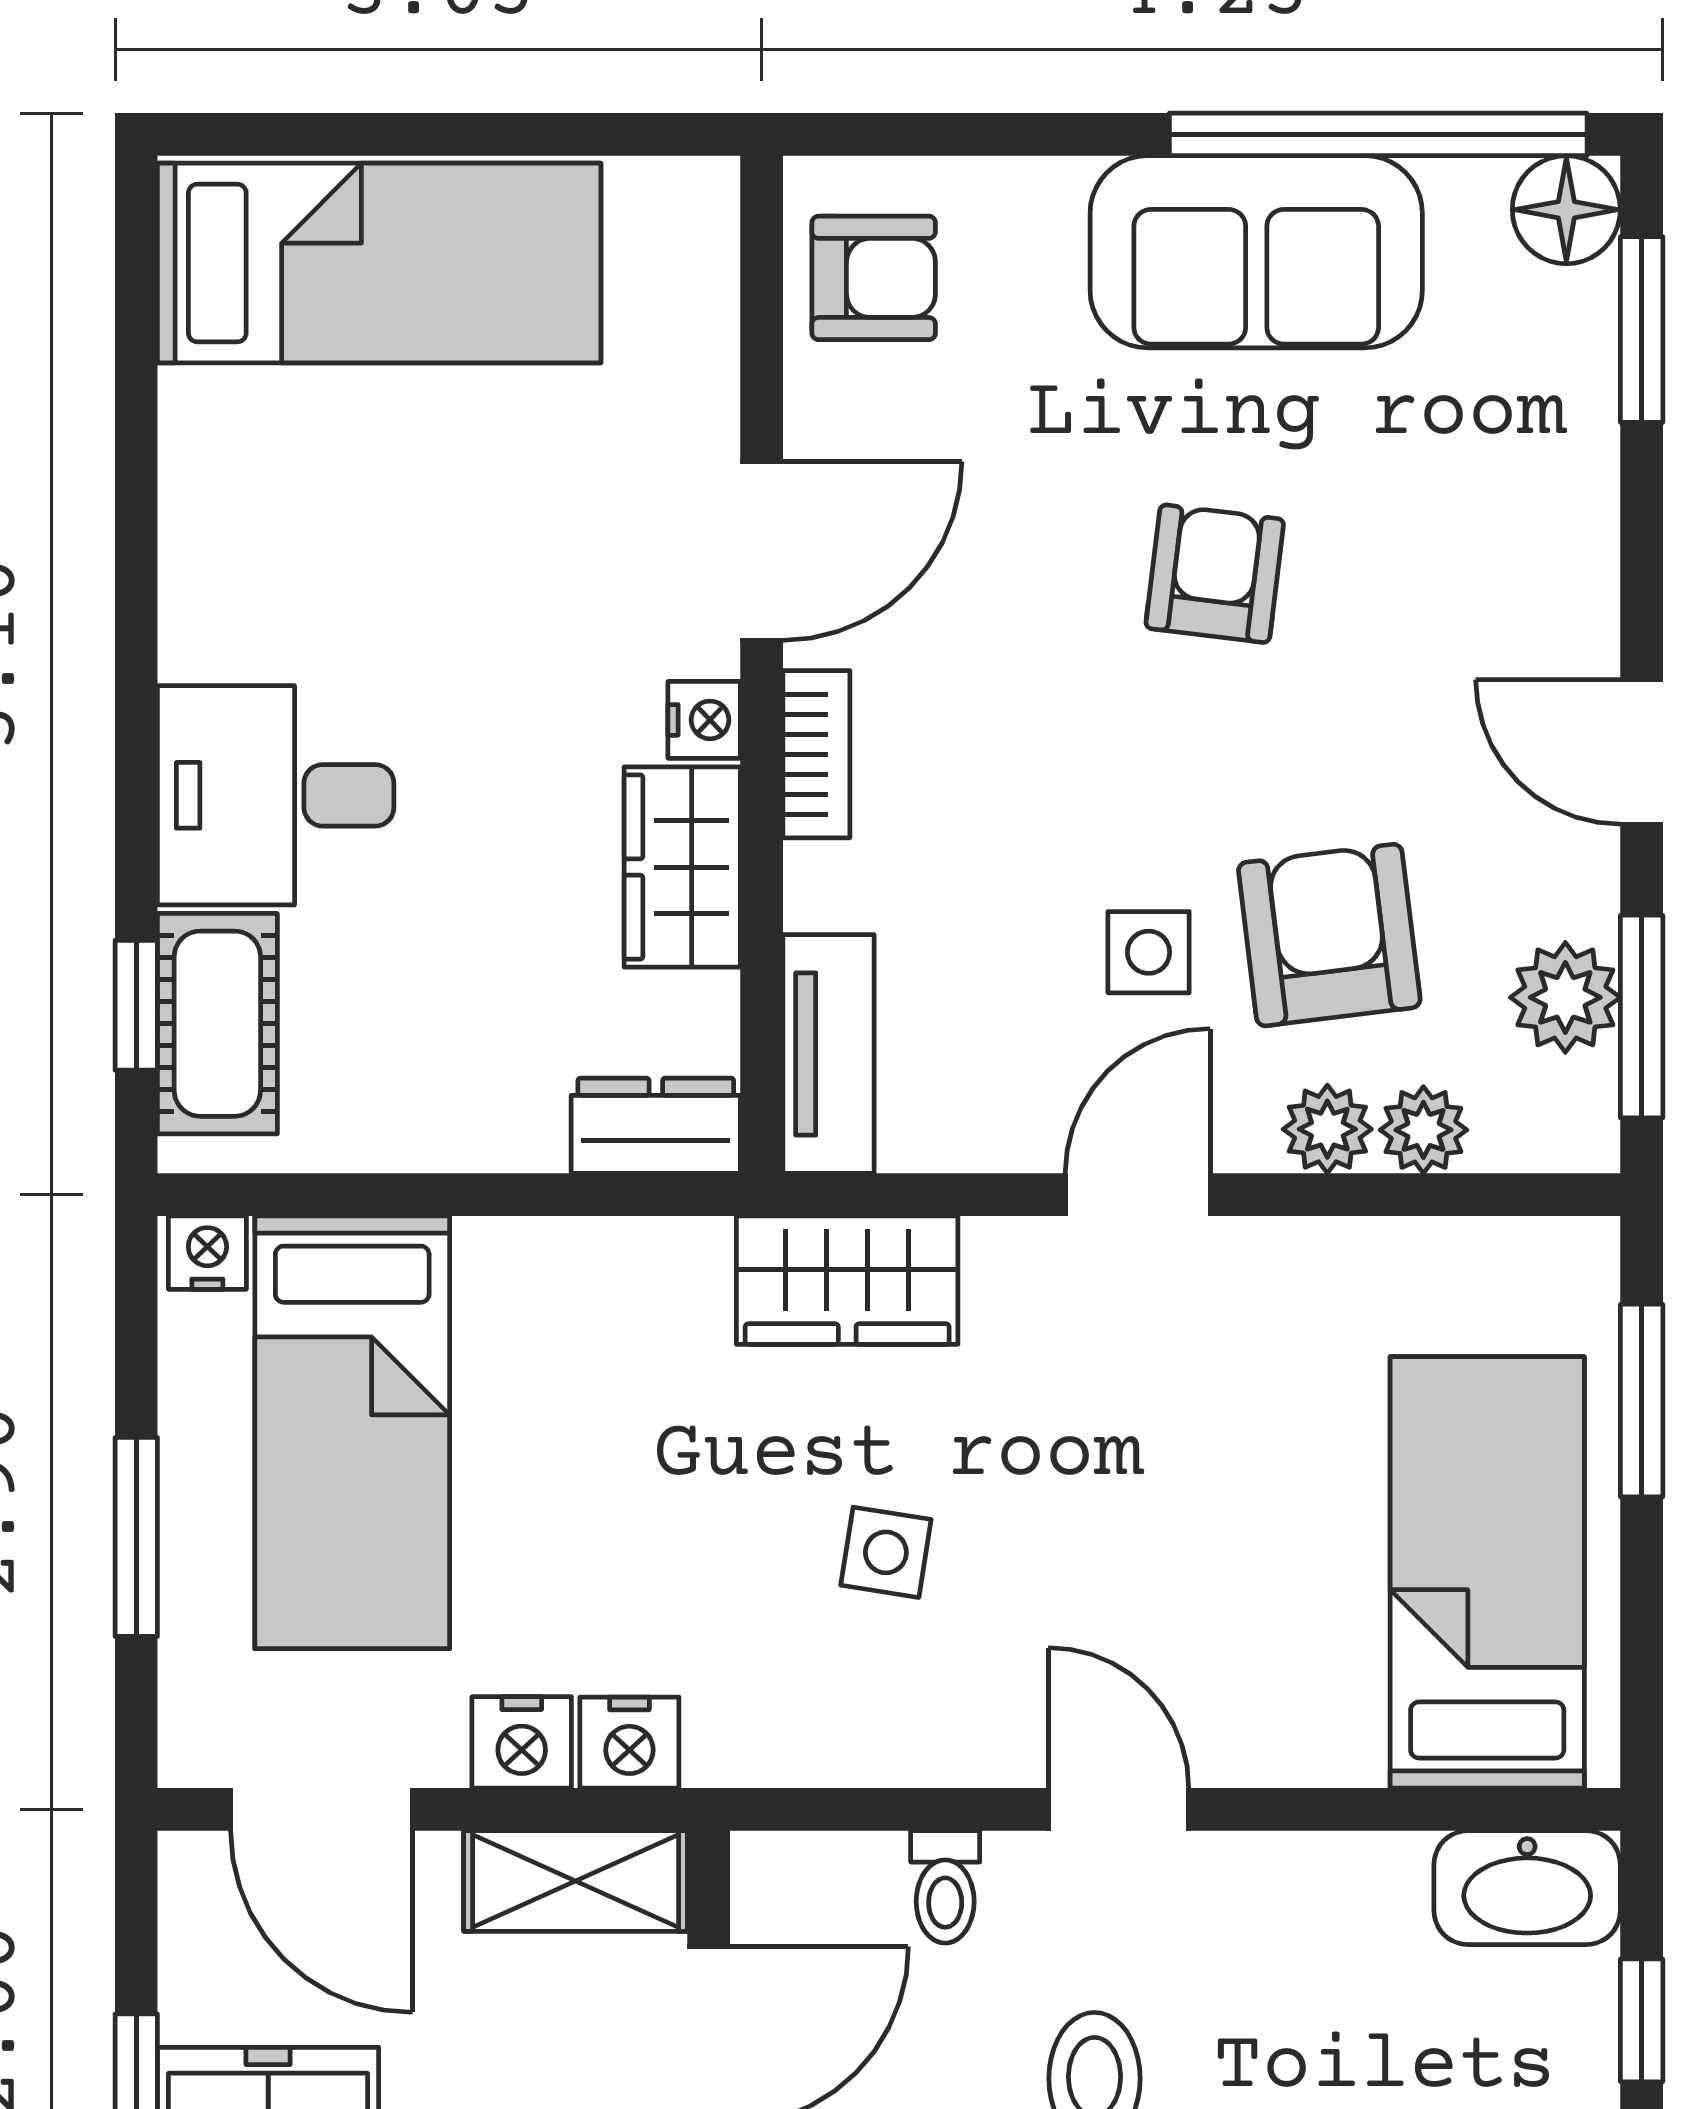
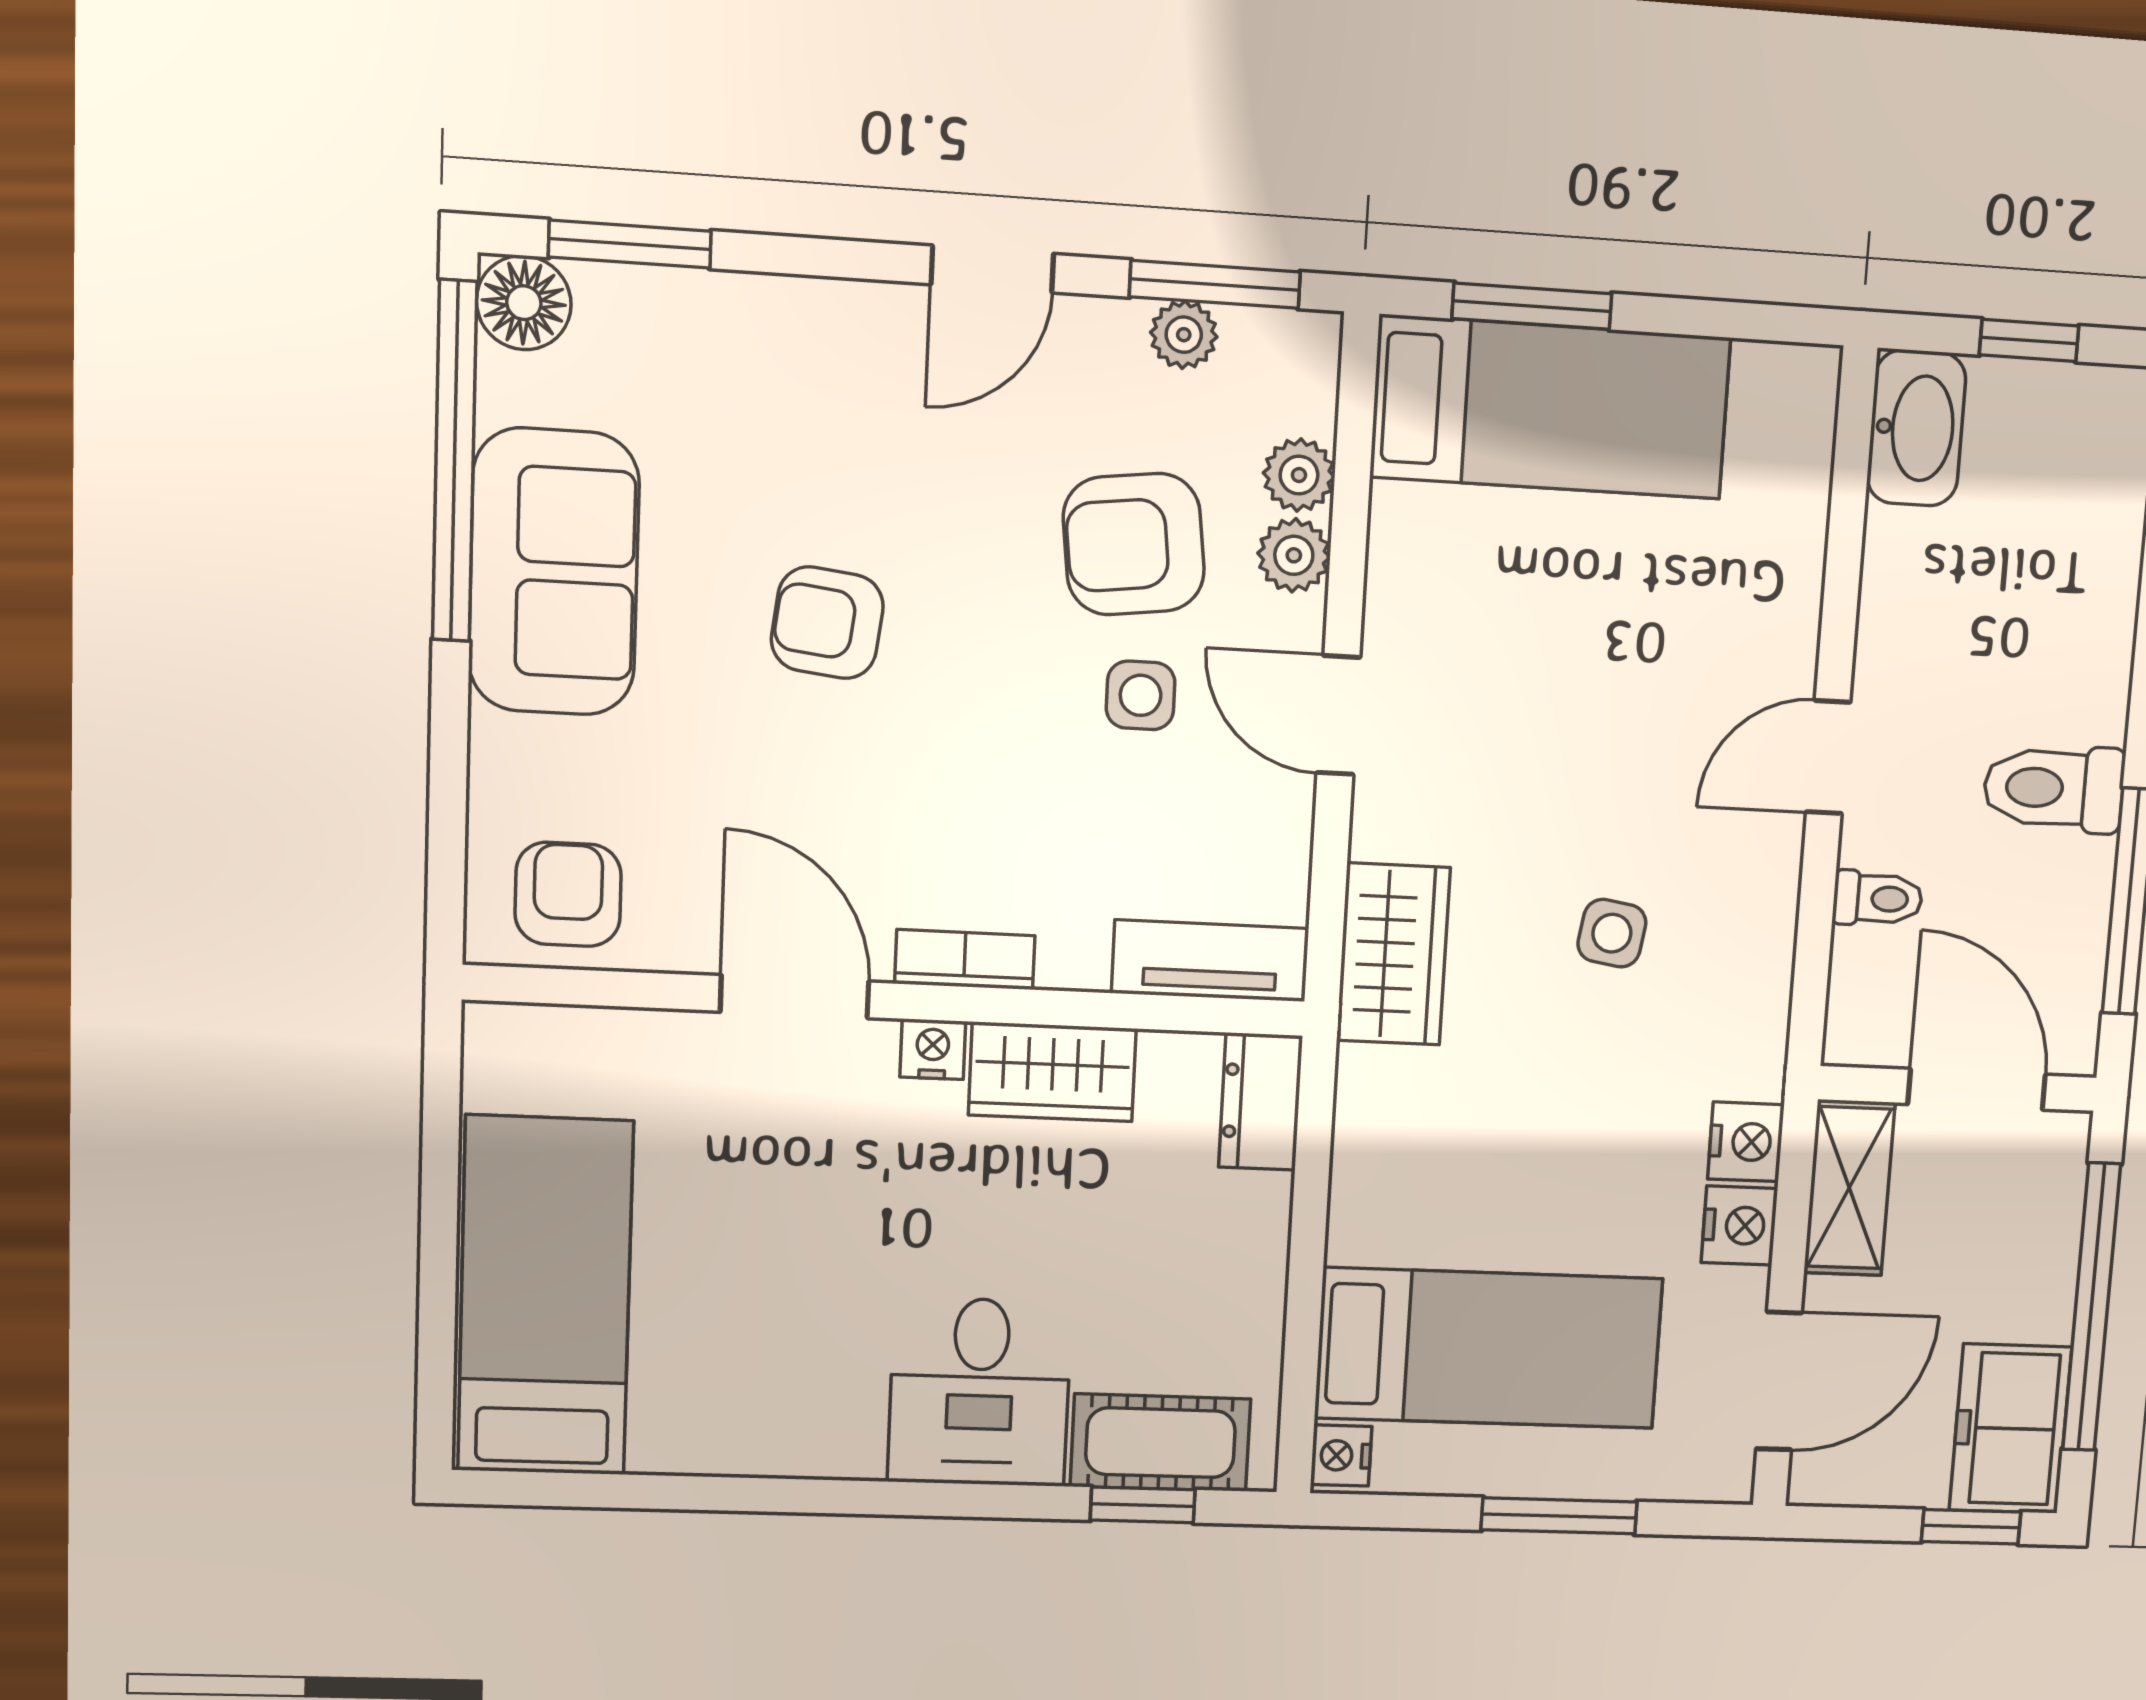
plant: (1565, 997) -> (1184, 335), width x0.73, depth x0.73
bed: (1487, 1572) -> (1551, 407), moved, turned 180

